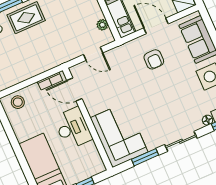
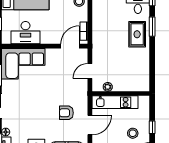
desk: (73, 128) -> (26, 33), moved

